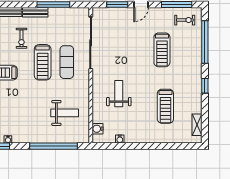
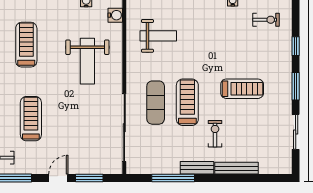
weight bench: (119, 94) -> (87, 61), width x1.36, depth x1.33
weight bench: (65, 113) -> (158, 36), turned 180

